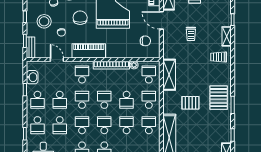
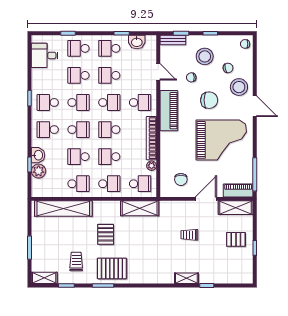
trolley: (219, 57) -> (76, 261), moved
door: (57, 60) -> (158, 72), hinge flipped
school desk: (104, 100) -> (109, 130), turned 180
school desk: (127, 125) -> (78, 157), turned 180

